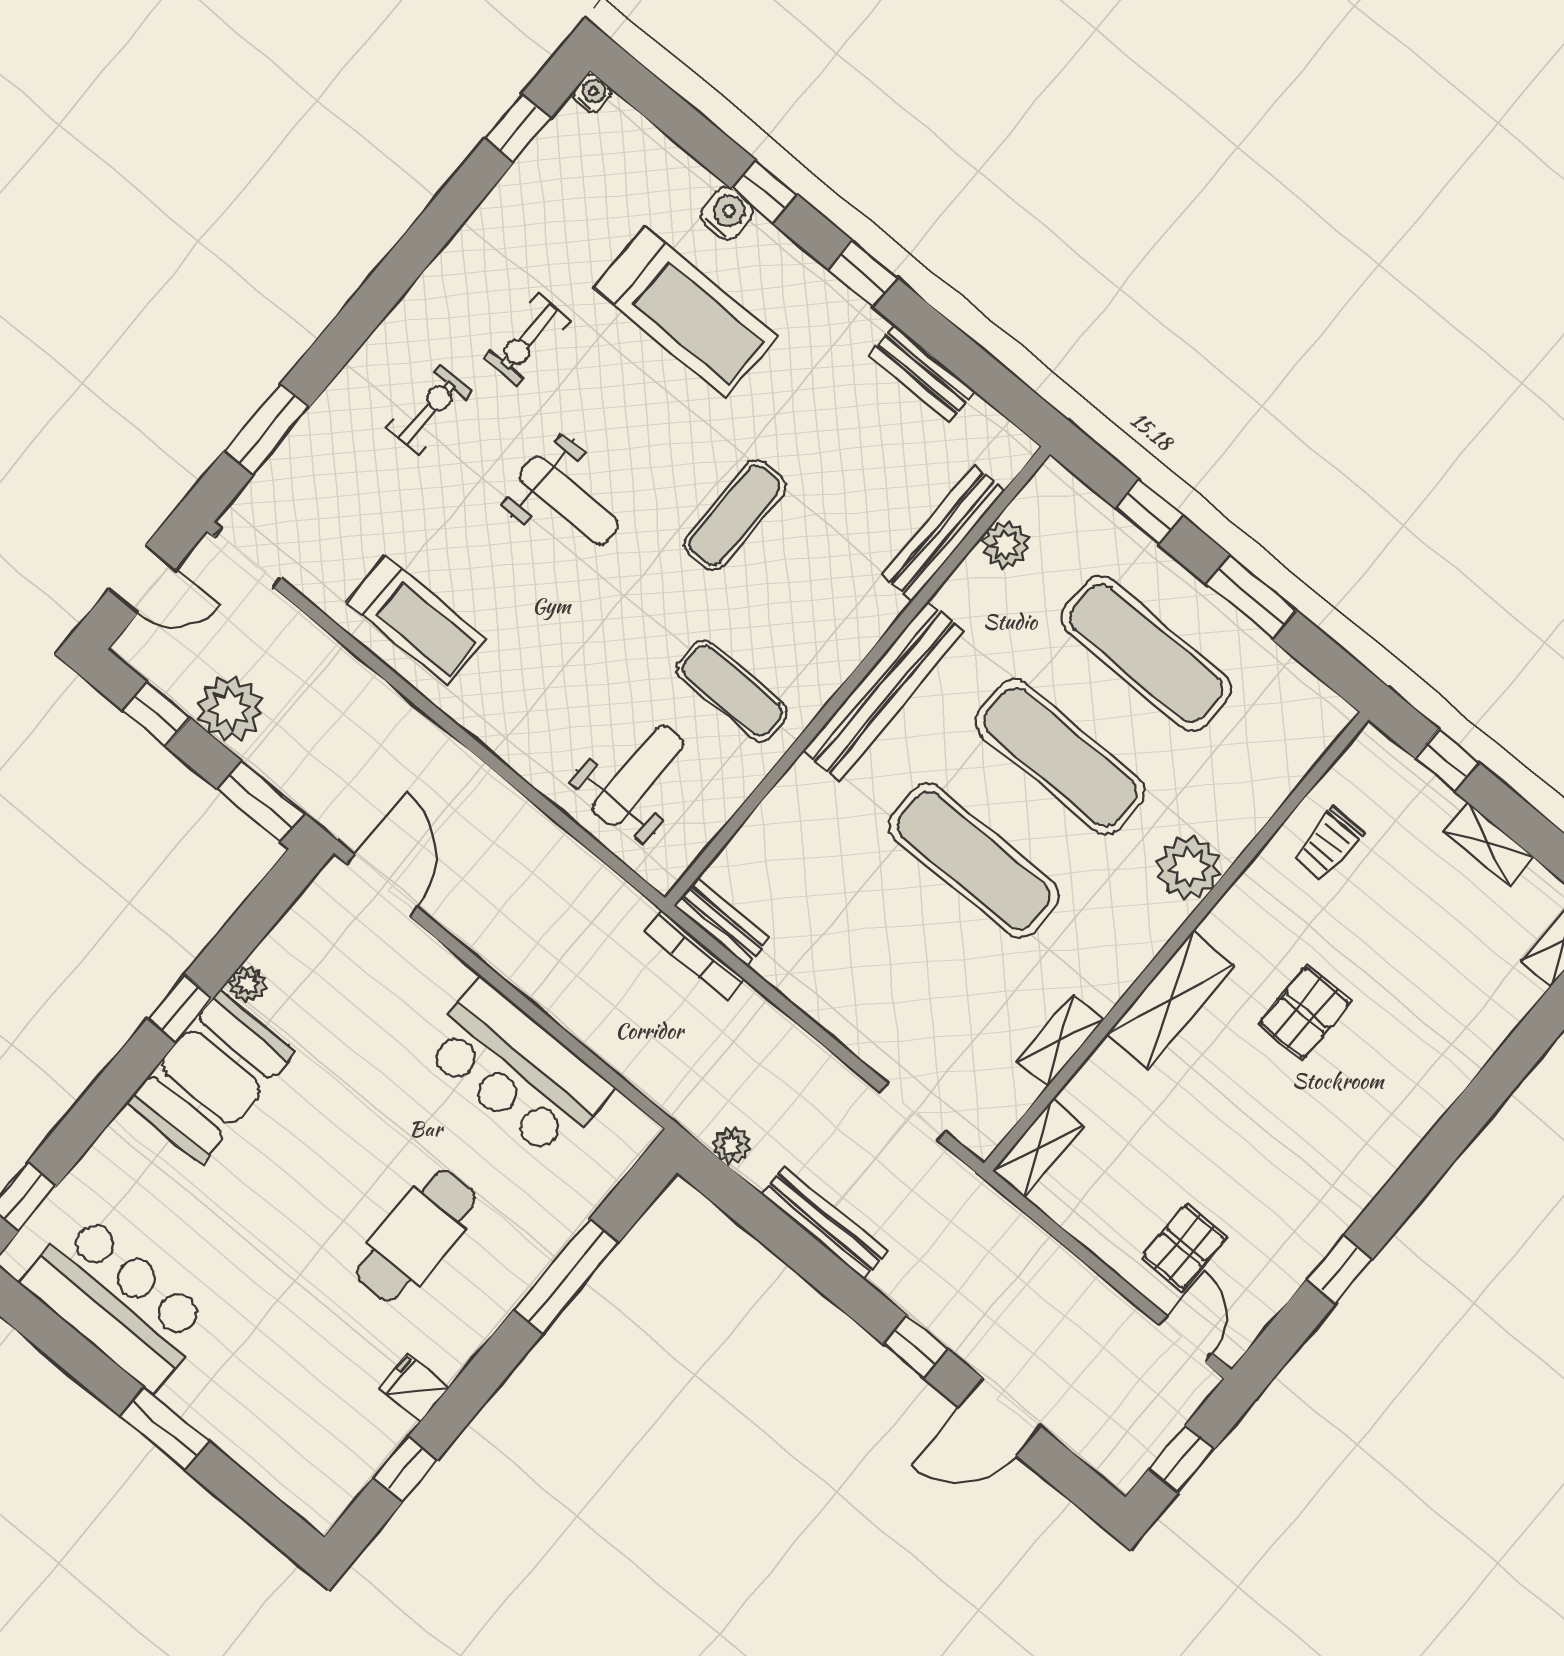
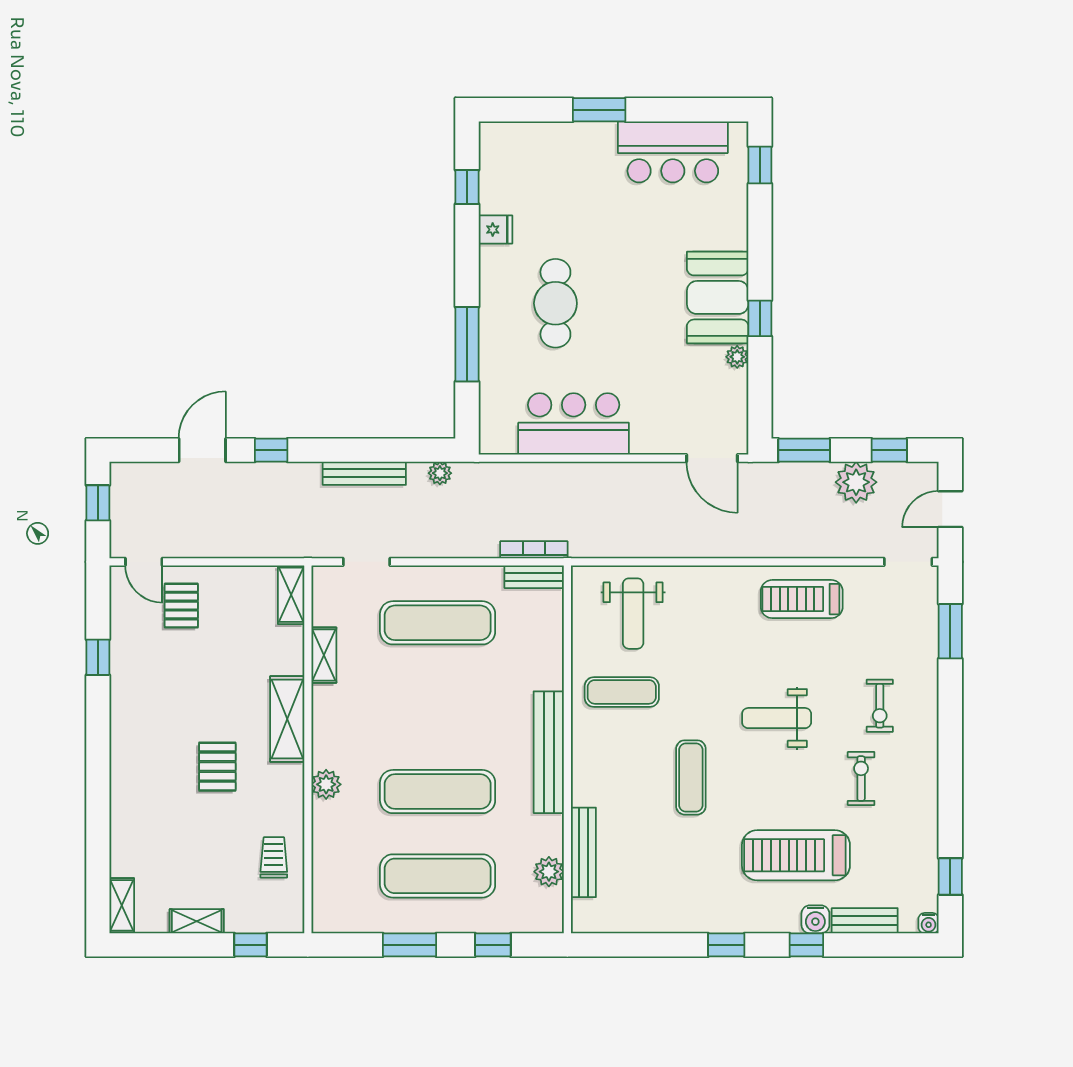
bench: (922, 373) -> (865, 921), moved
exercise mat: (974, 861) -> (438, 623), moved
plant: (1189, 868) -> (326, 784), width x0.73, depth x0.73

